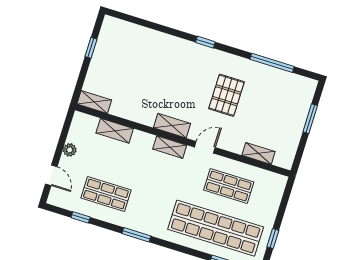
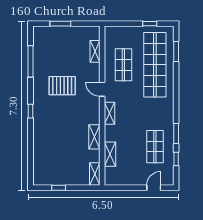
shelving: (172, 126) -> (94, 137), moved
plant: (70, 150) -> (133, 181), removed
window: (136, 235) -> (176, 133), moved

